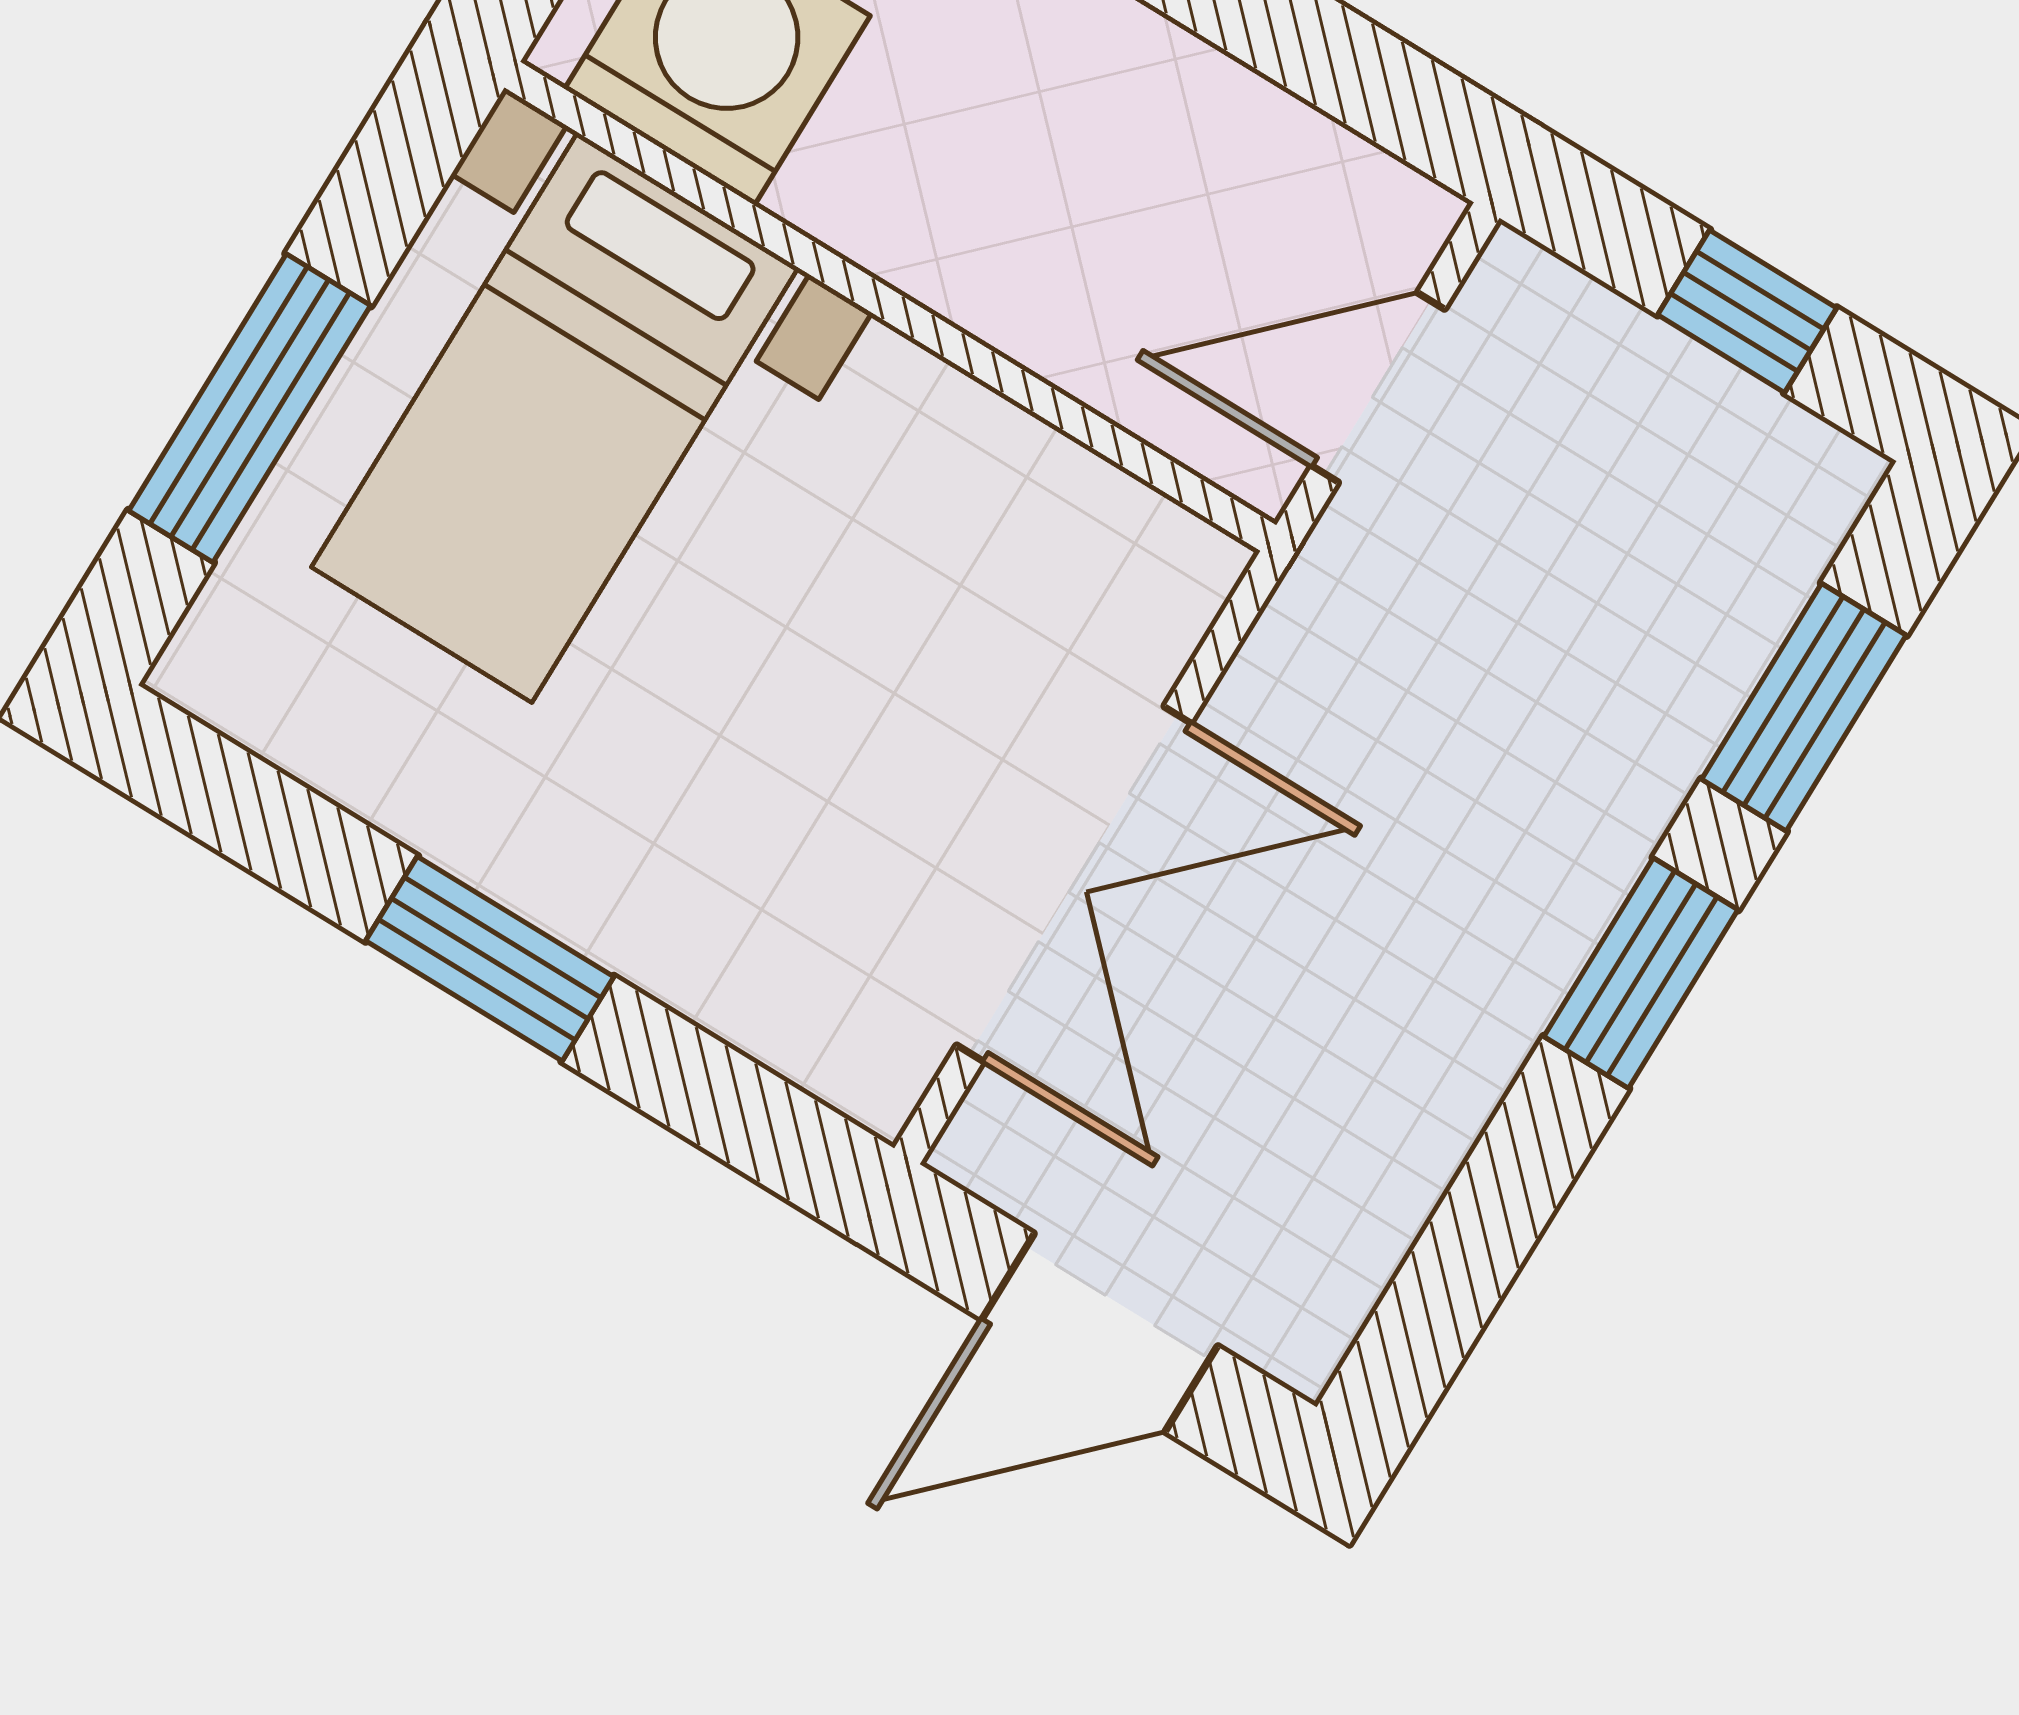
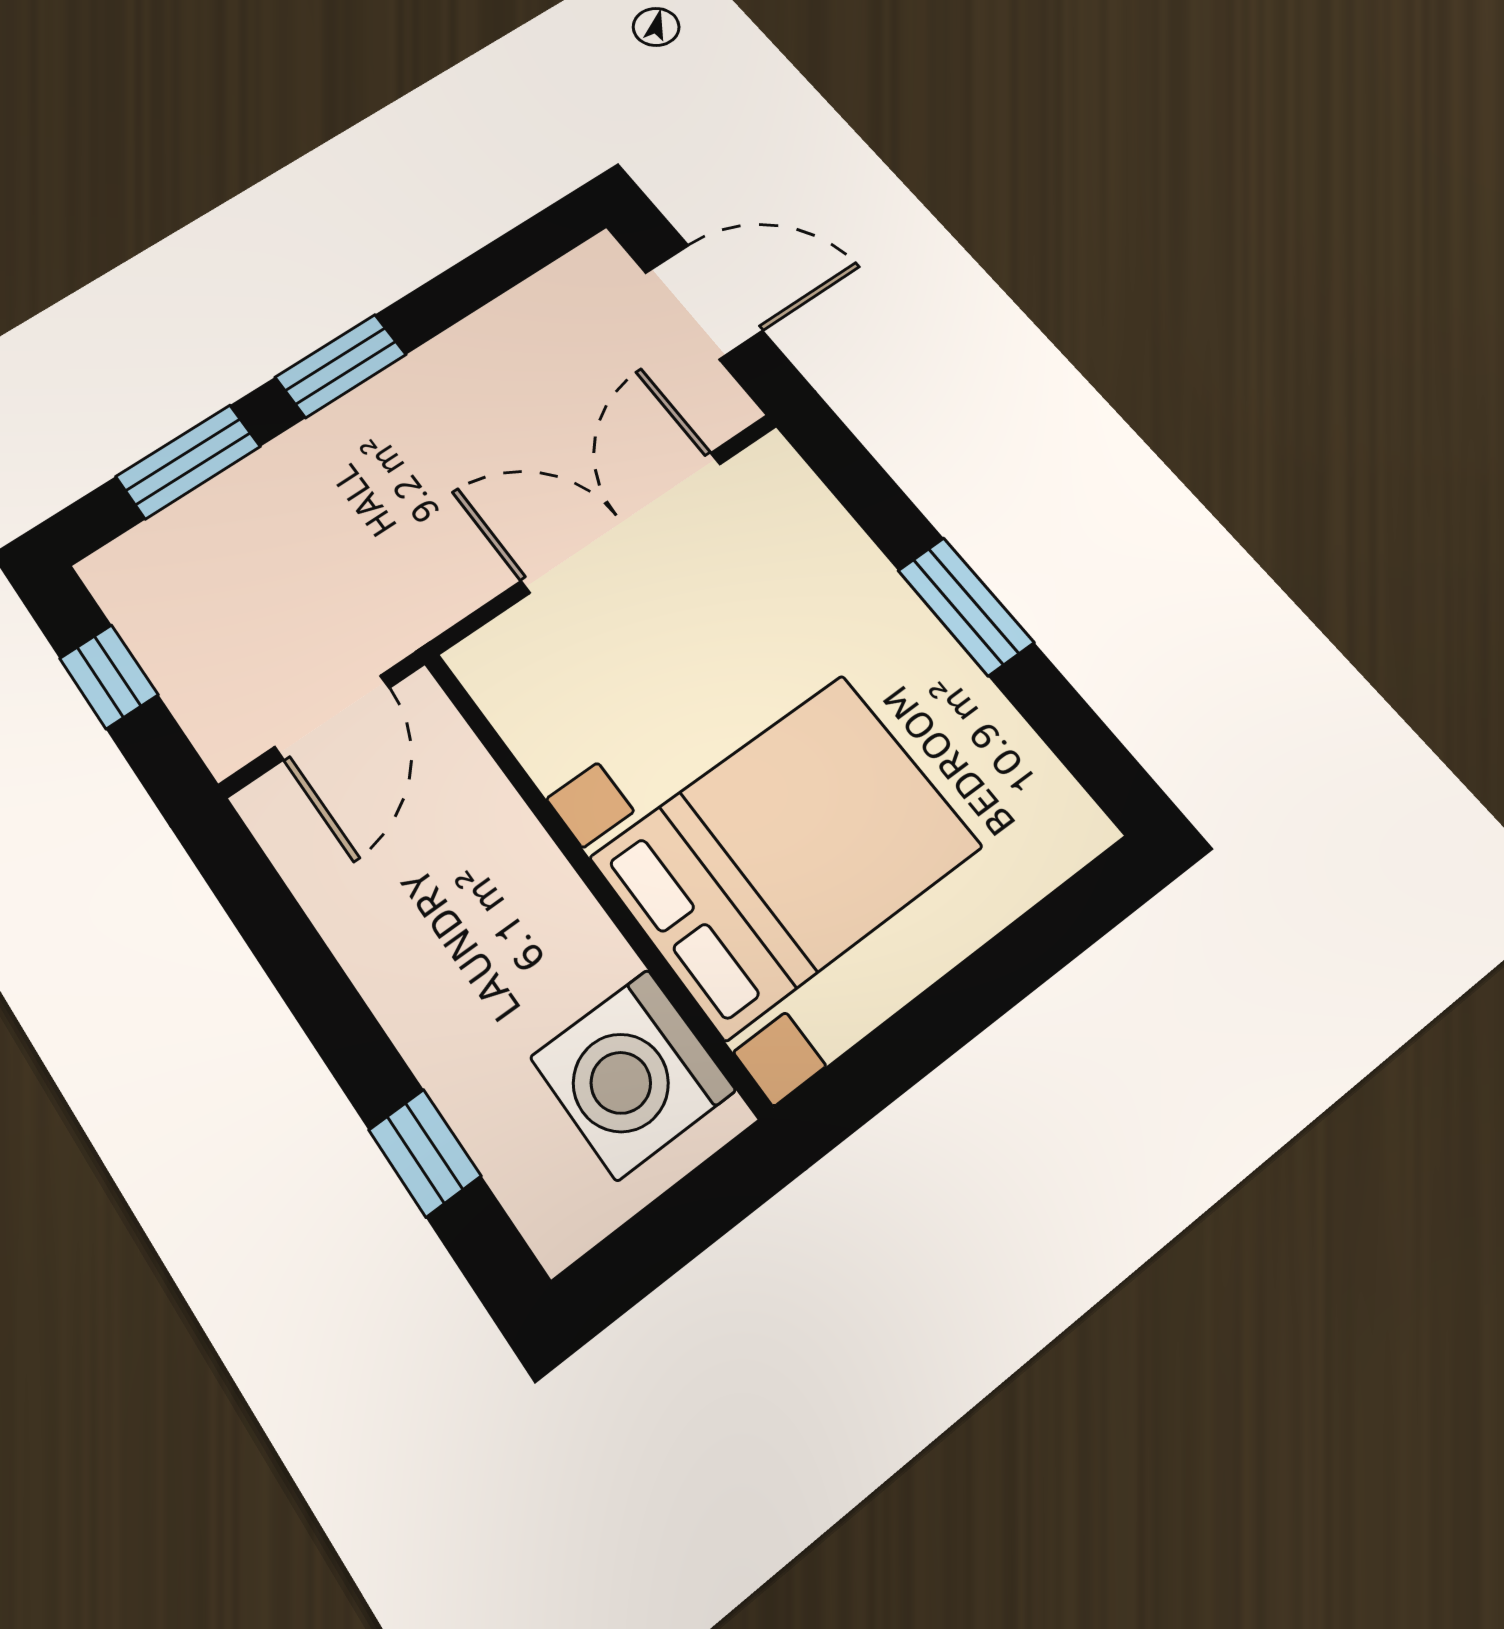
door: (1378, 387) -> (332, 717), hinge flipped
window: (250, 408) -> (1002, 973), removed
bed with nightstands: (555, 417) -> (786, 852), width x1.36

